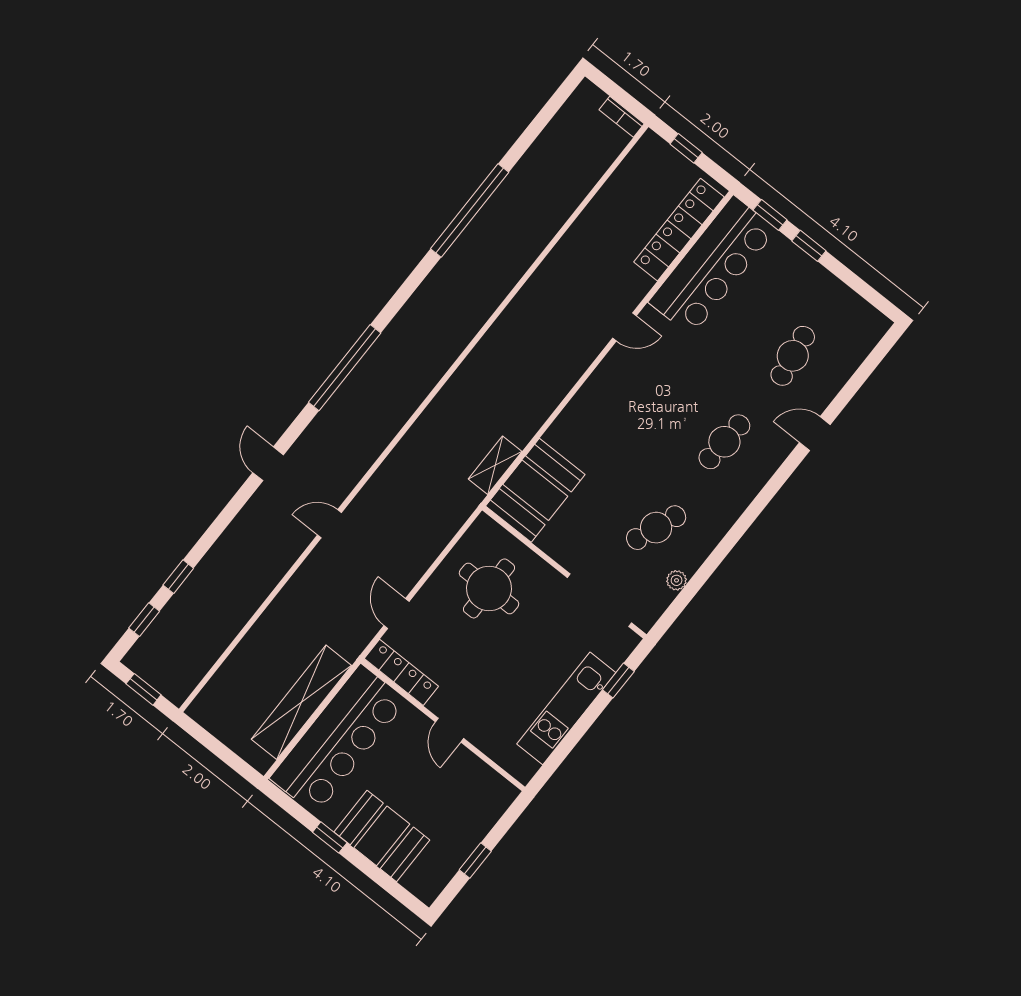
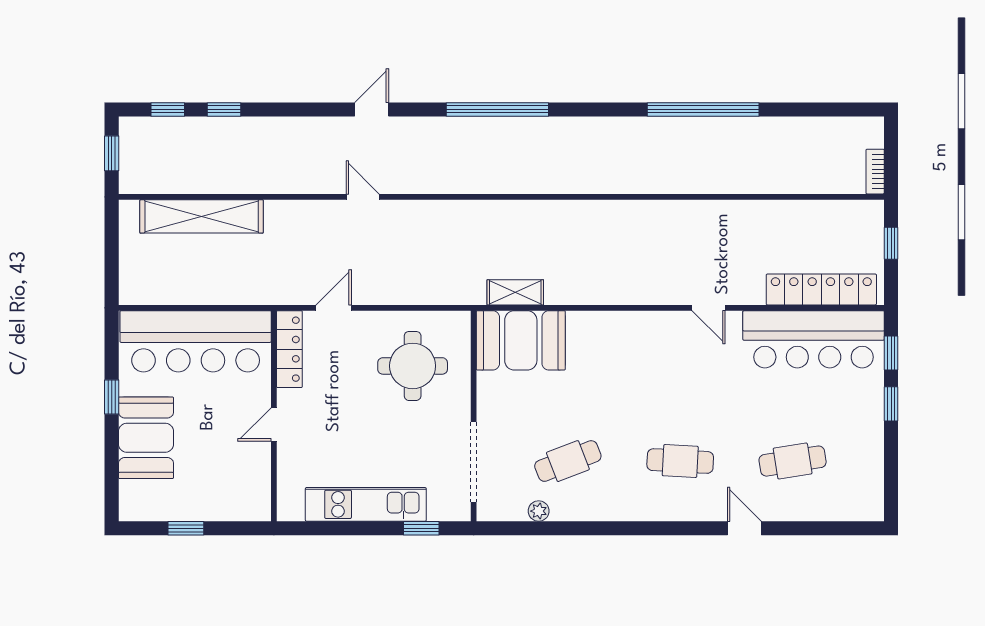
cafe table: (656, 528) -> (568, 461), turned -42
shelving: (301, 702) -> (202, 216), moved

